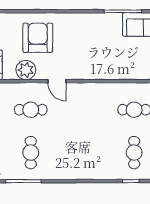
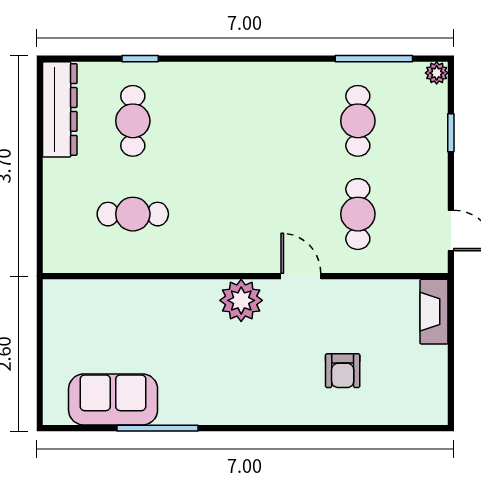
armchair: (38, 38) -> (343, 371), width x0.53, depth x0.53
plant: (26, 70) -> (241, 300), moved
cafe table: (31, 110) -> (358, 214), turned 90

